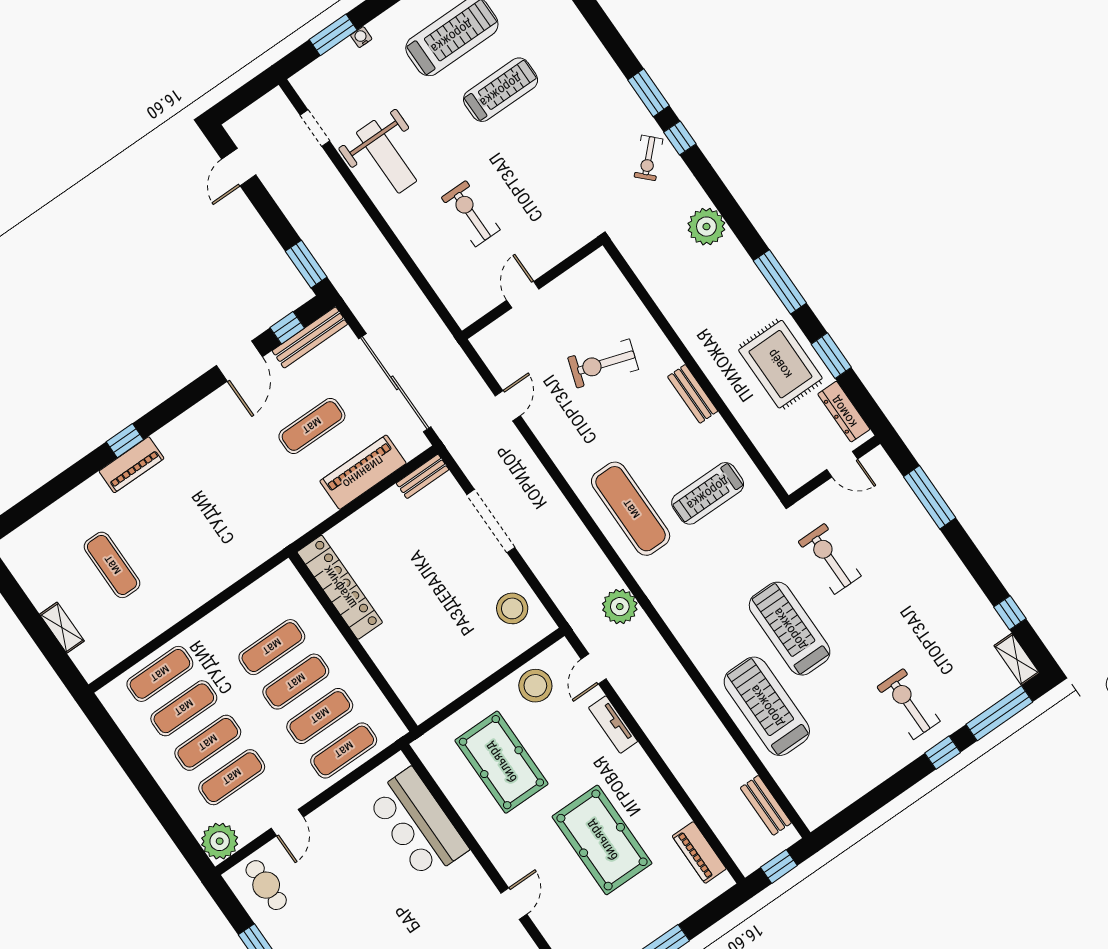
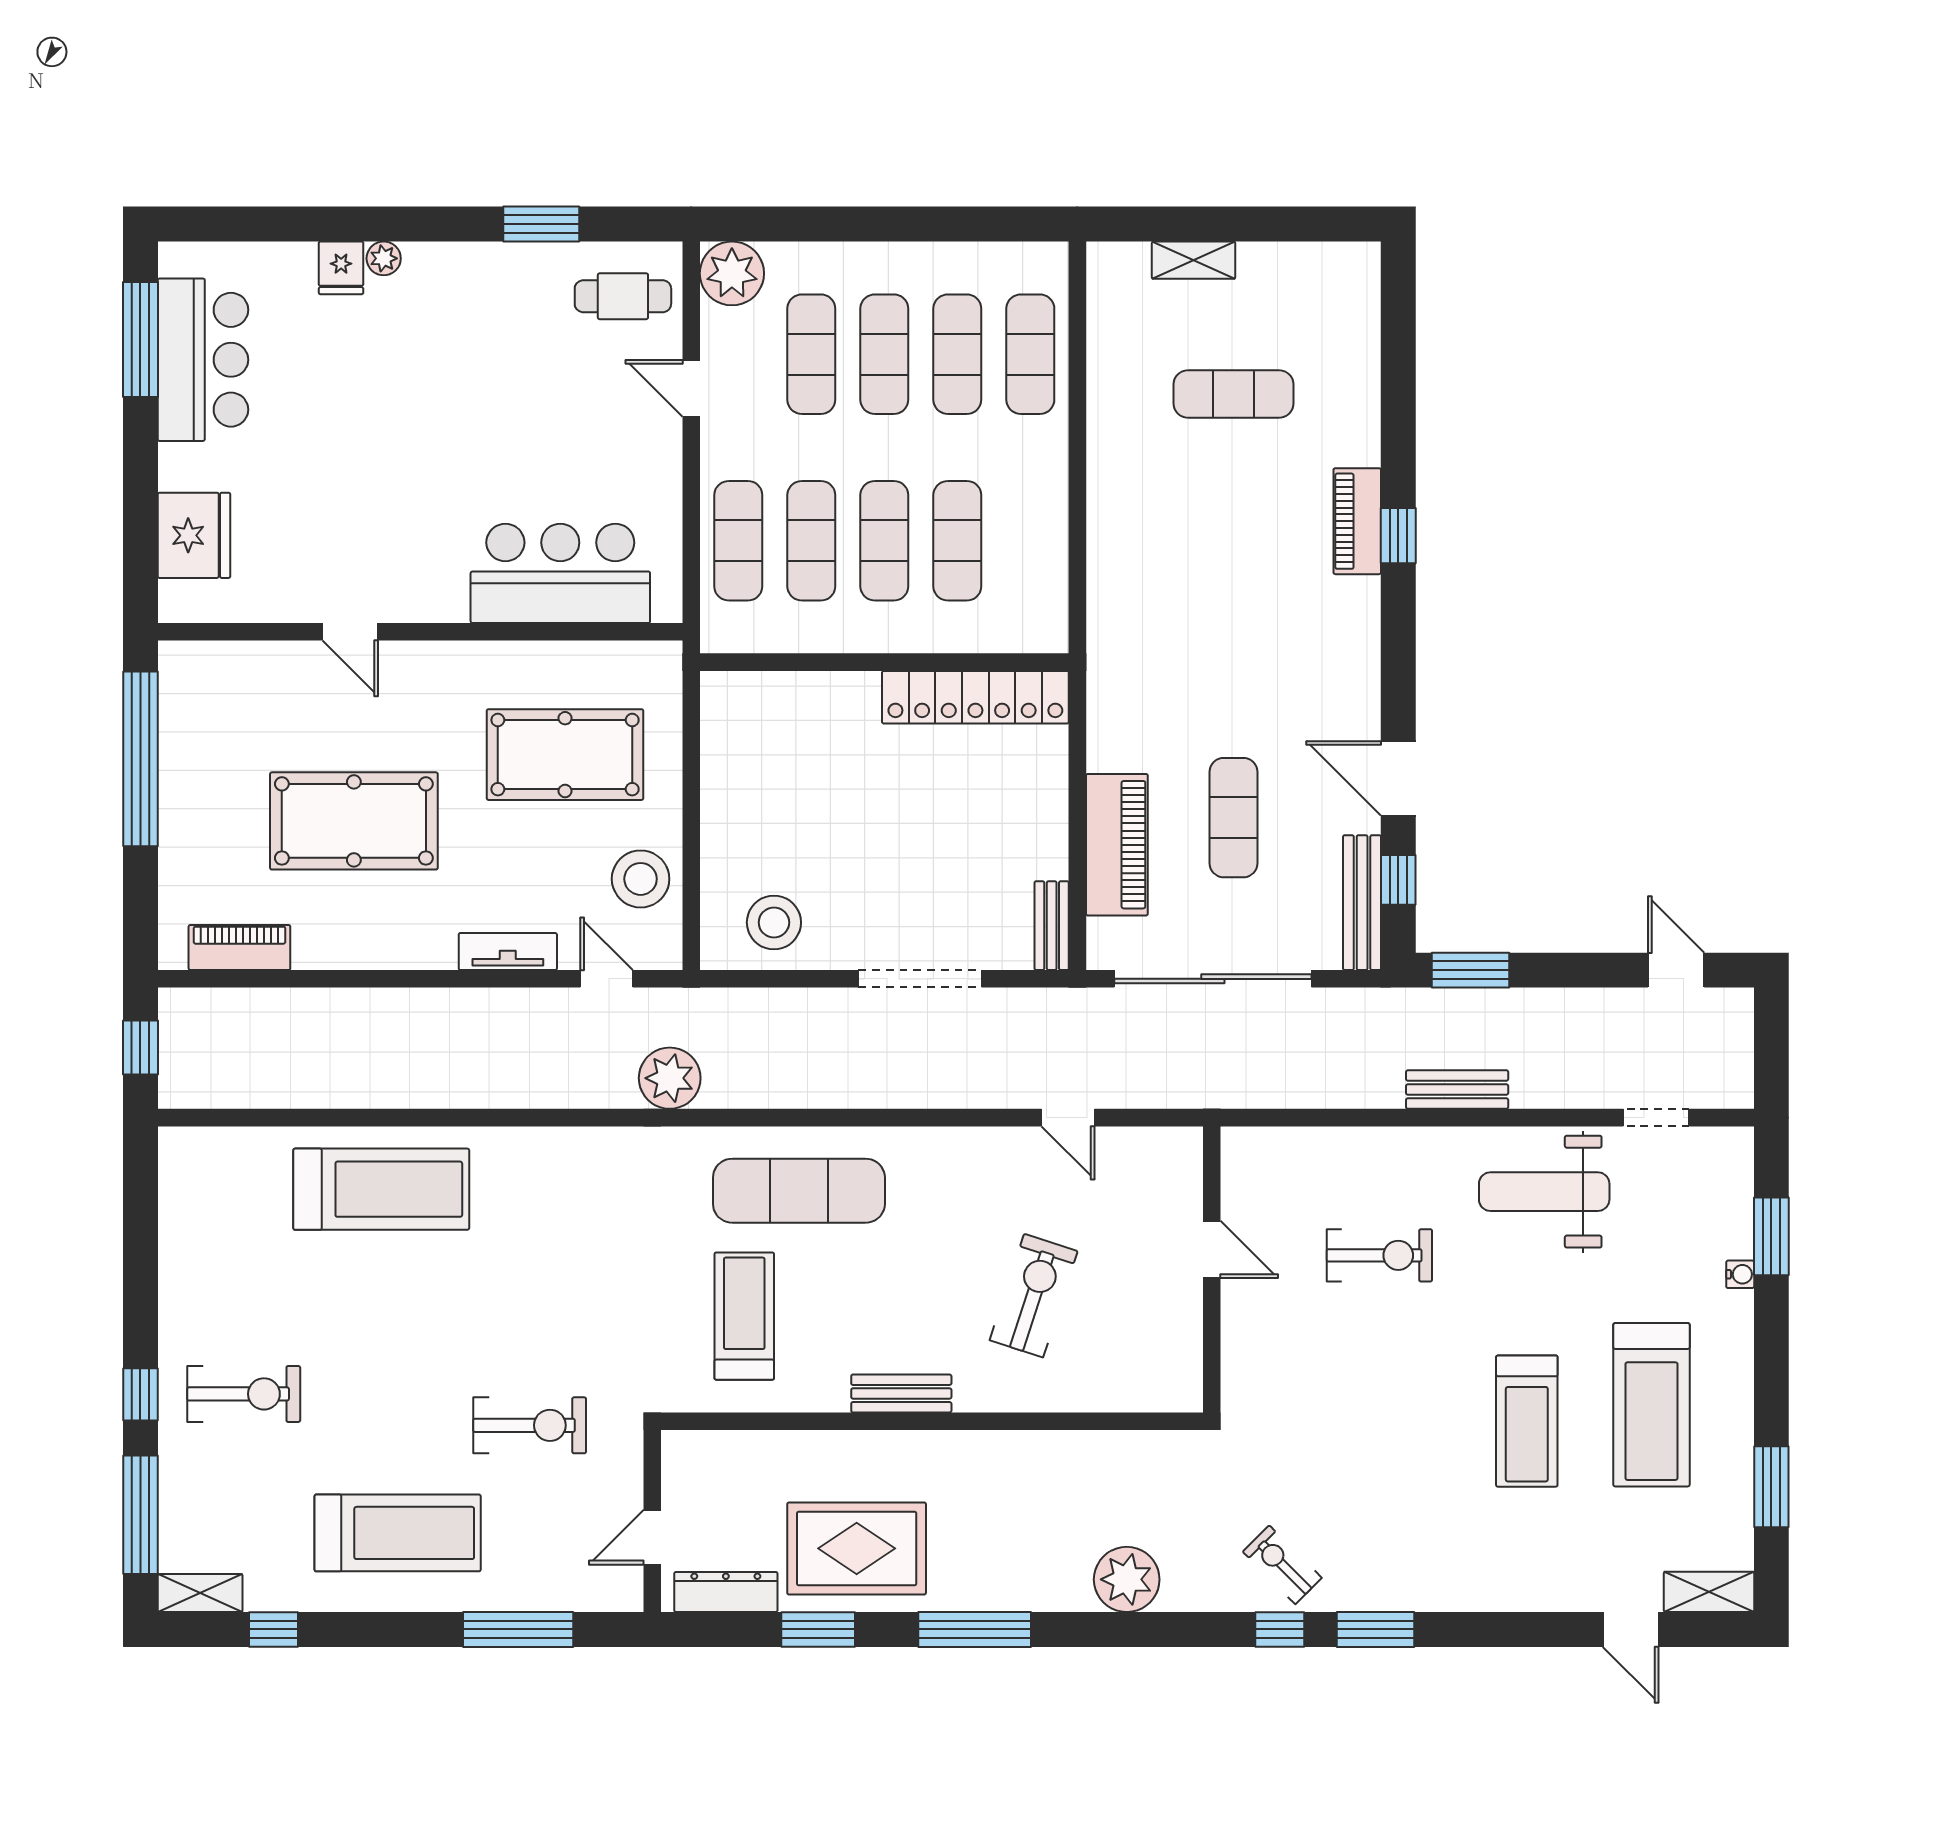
treadmill: (790, 629) -> (398, 1533), moved
bench: (766, 805) -> (1457, 1090), moved

